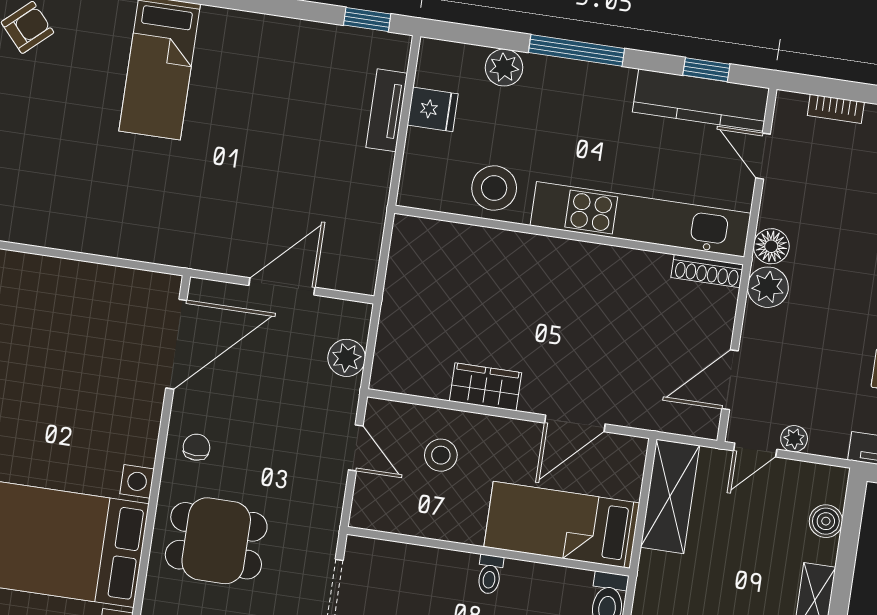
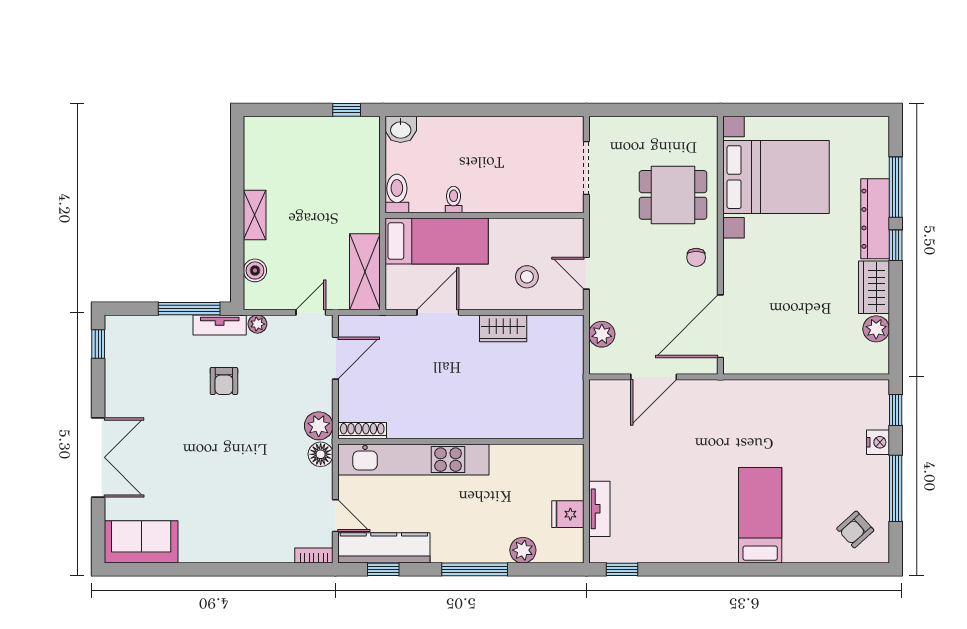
bookcase: (836, 109) -> (314, 556), moved
stool: (494, 188) -> (517, 466), removed
plant: (794, 439) -> (257, 324), moved
toilet: (490, 574) -> (454, 200), moved

